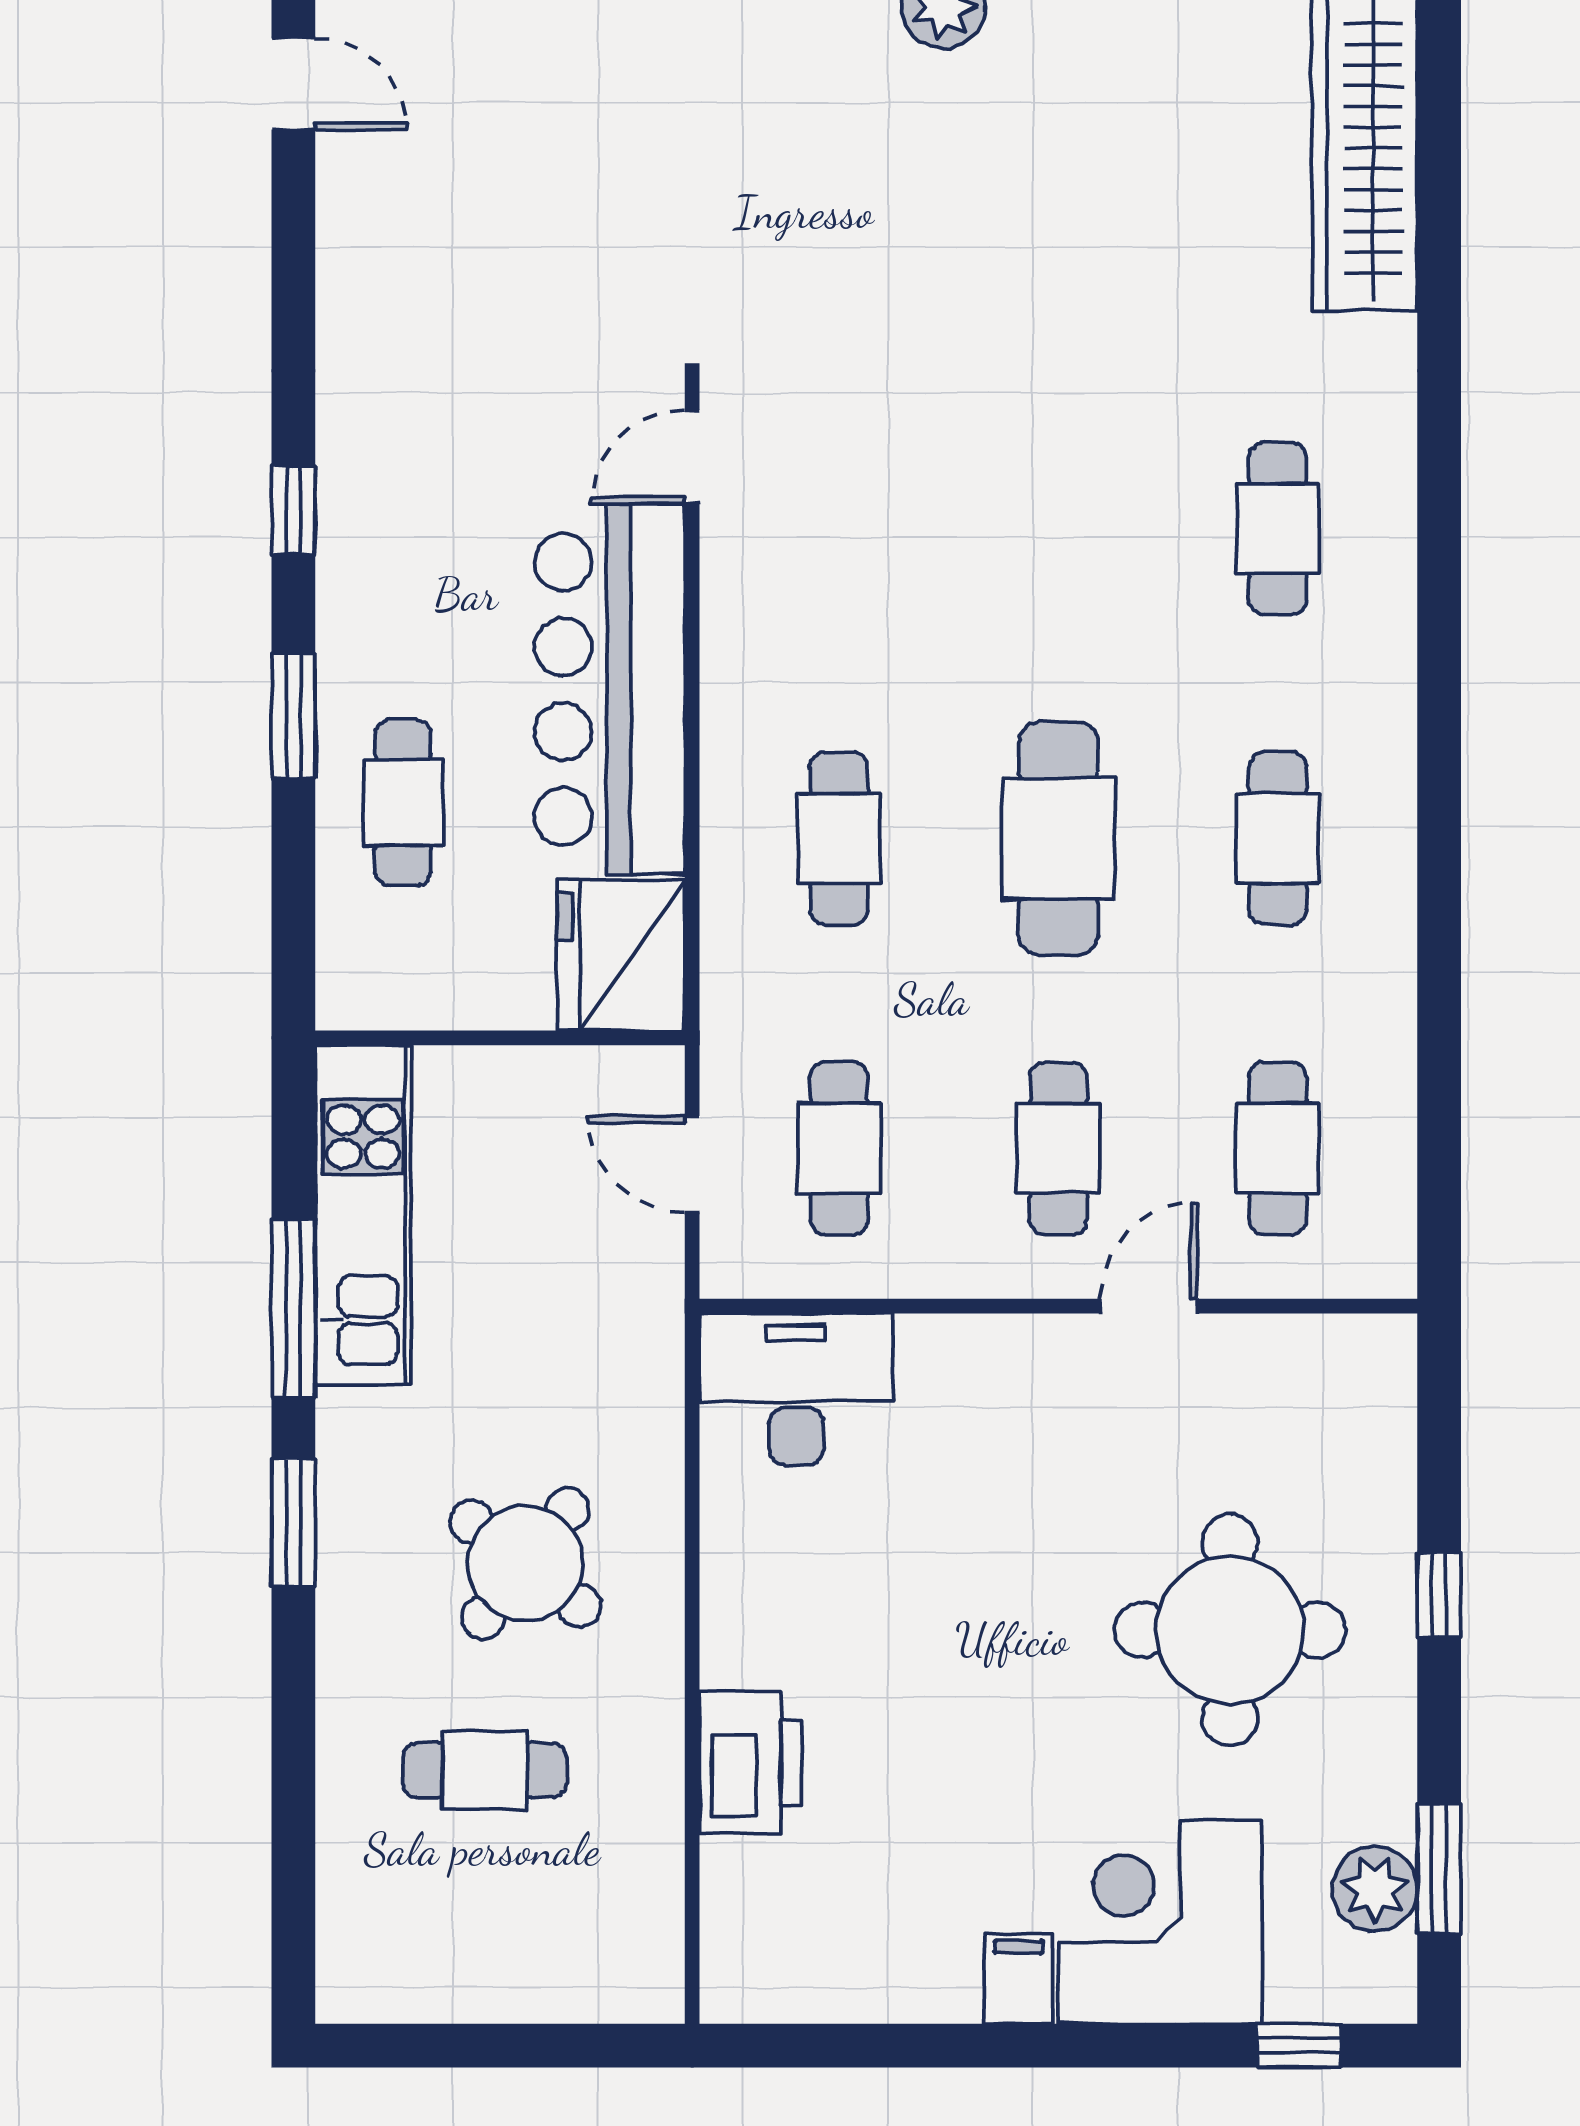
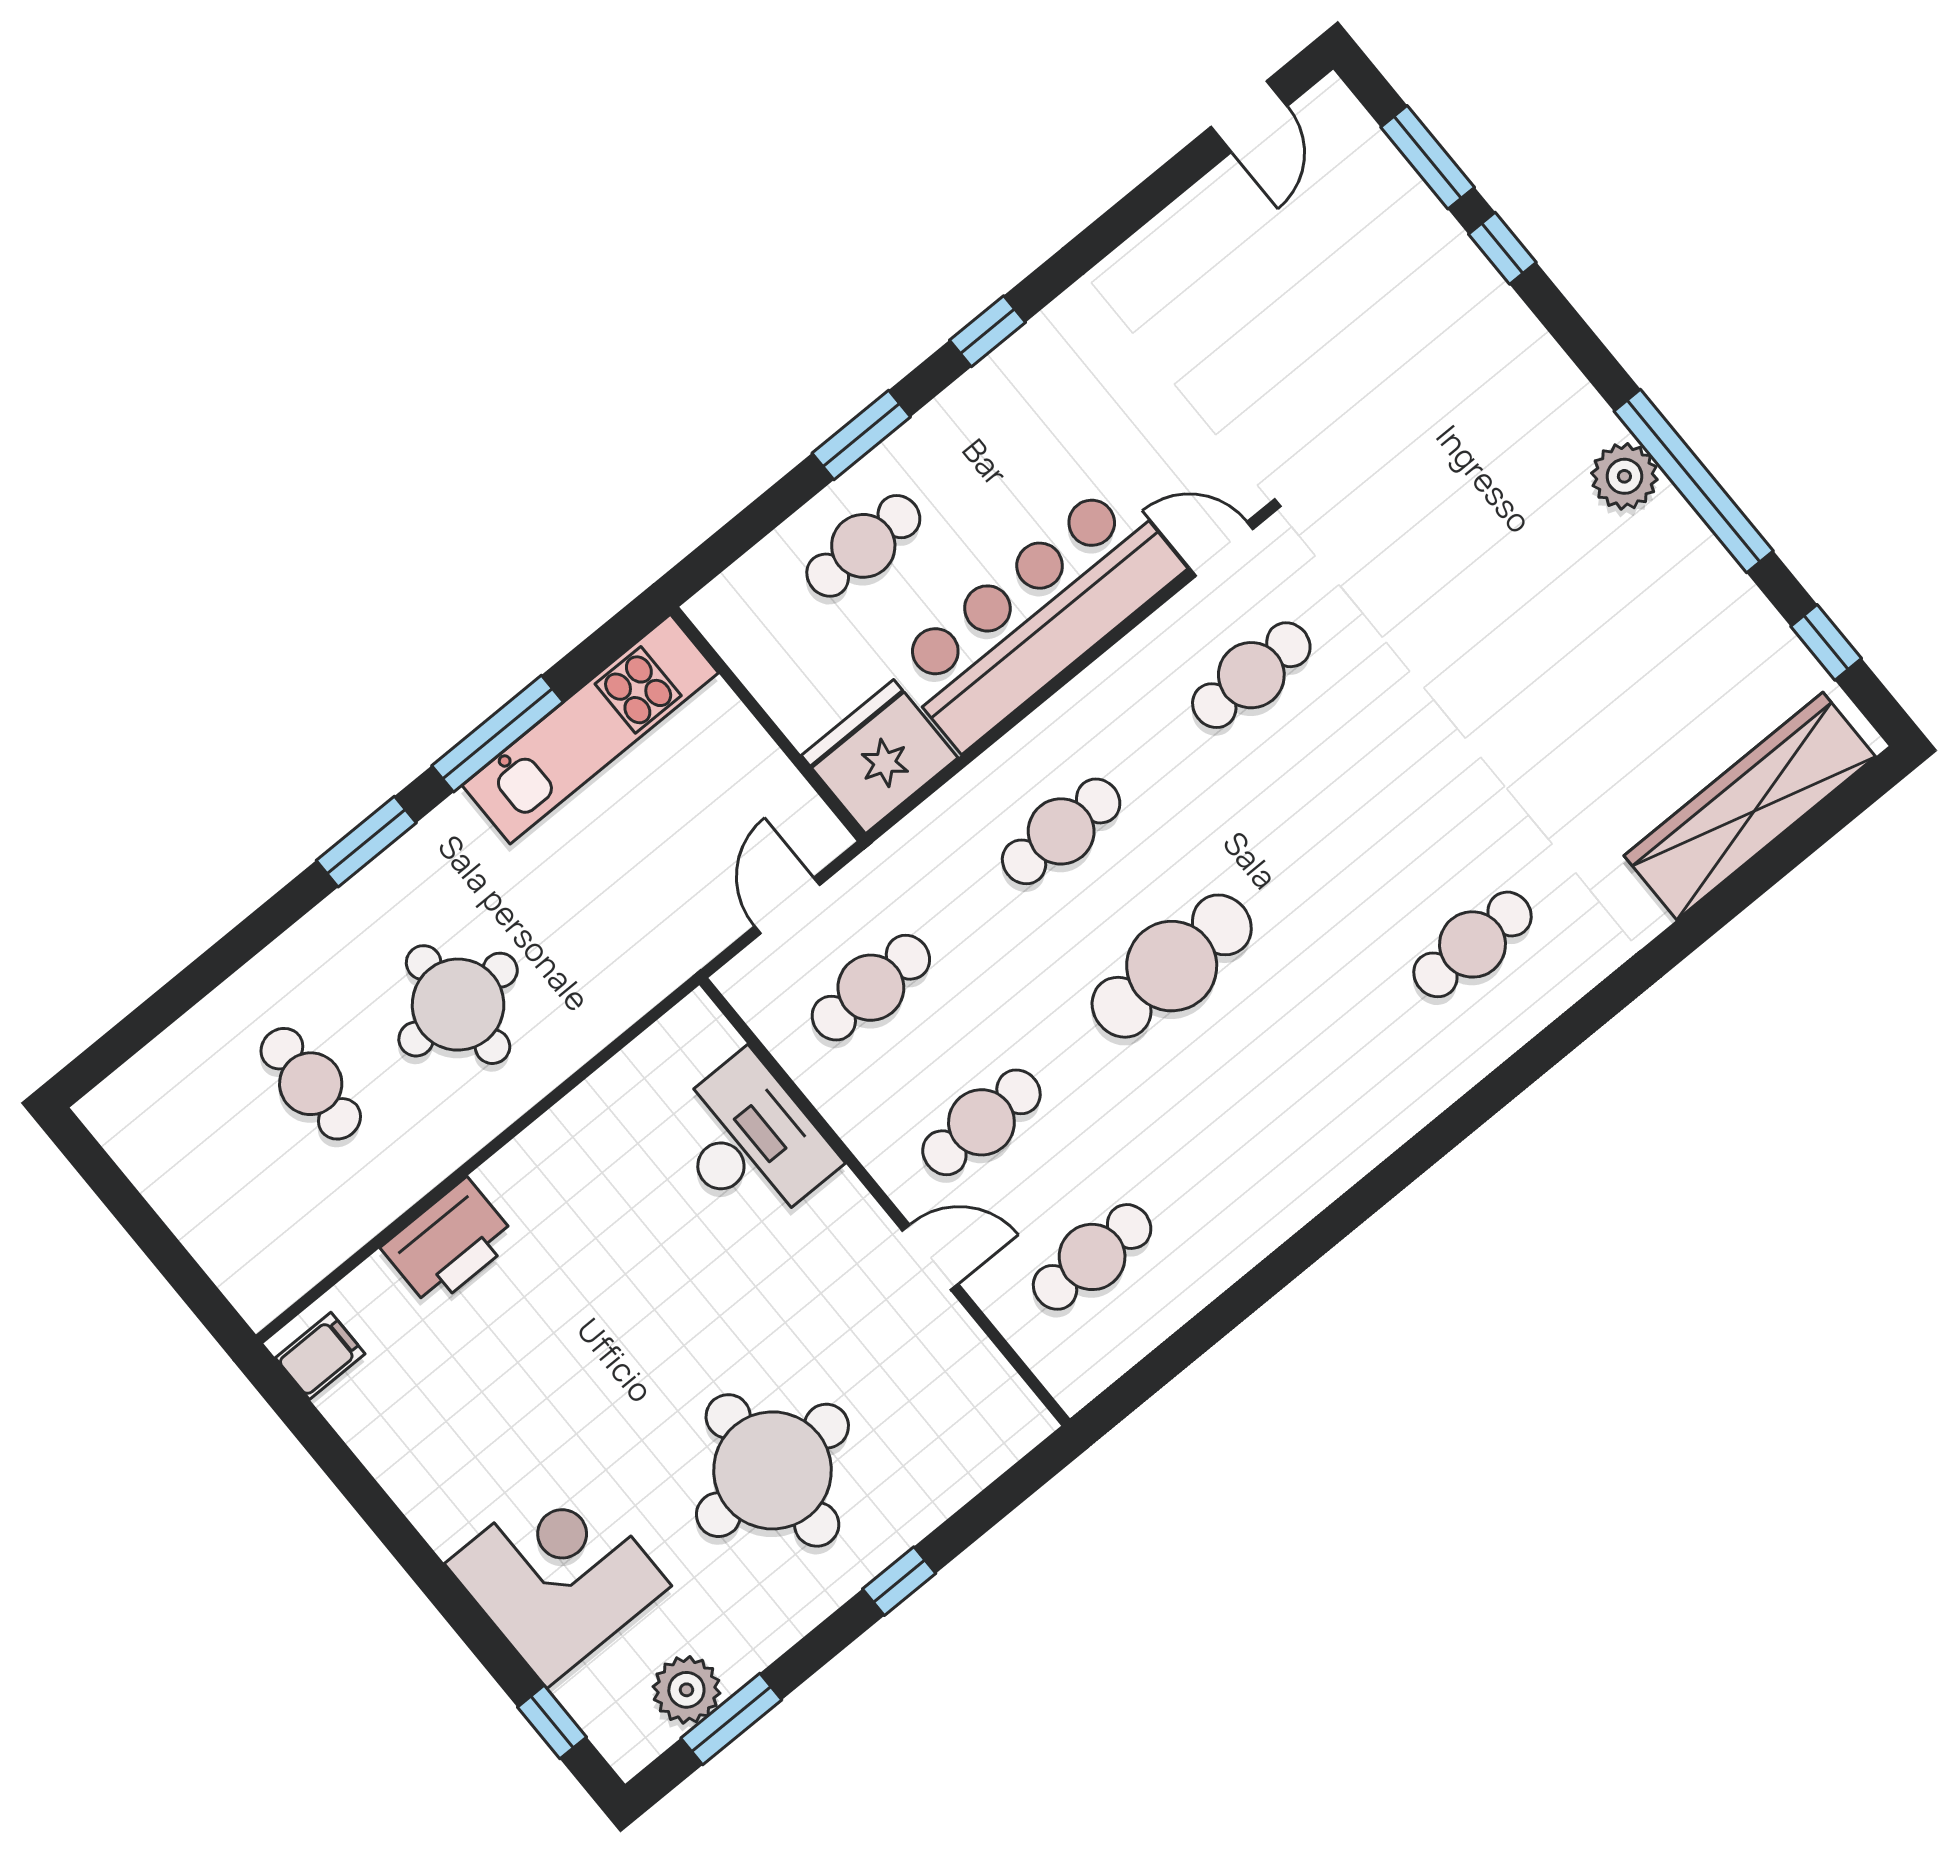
cafe table: (1278, 838) -> (1251, 675), moved
desk: (796, 1389) -> (750, 1142), moved
round table: (525, 1564) -> (458, 1005), turned -38
filing cabinet: (1019, 1978) -> (320, 1356), moved

